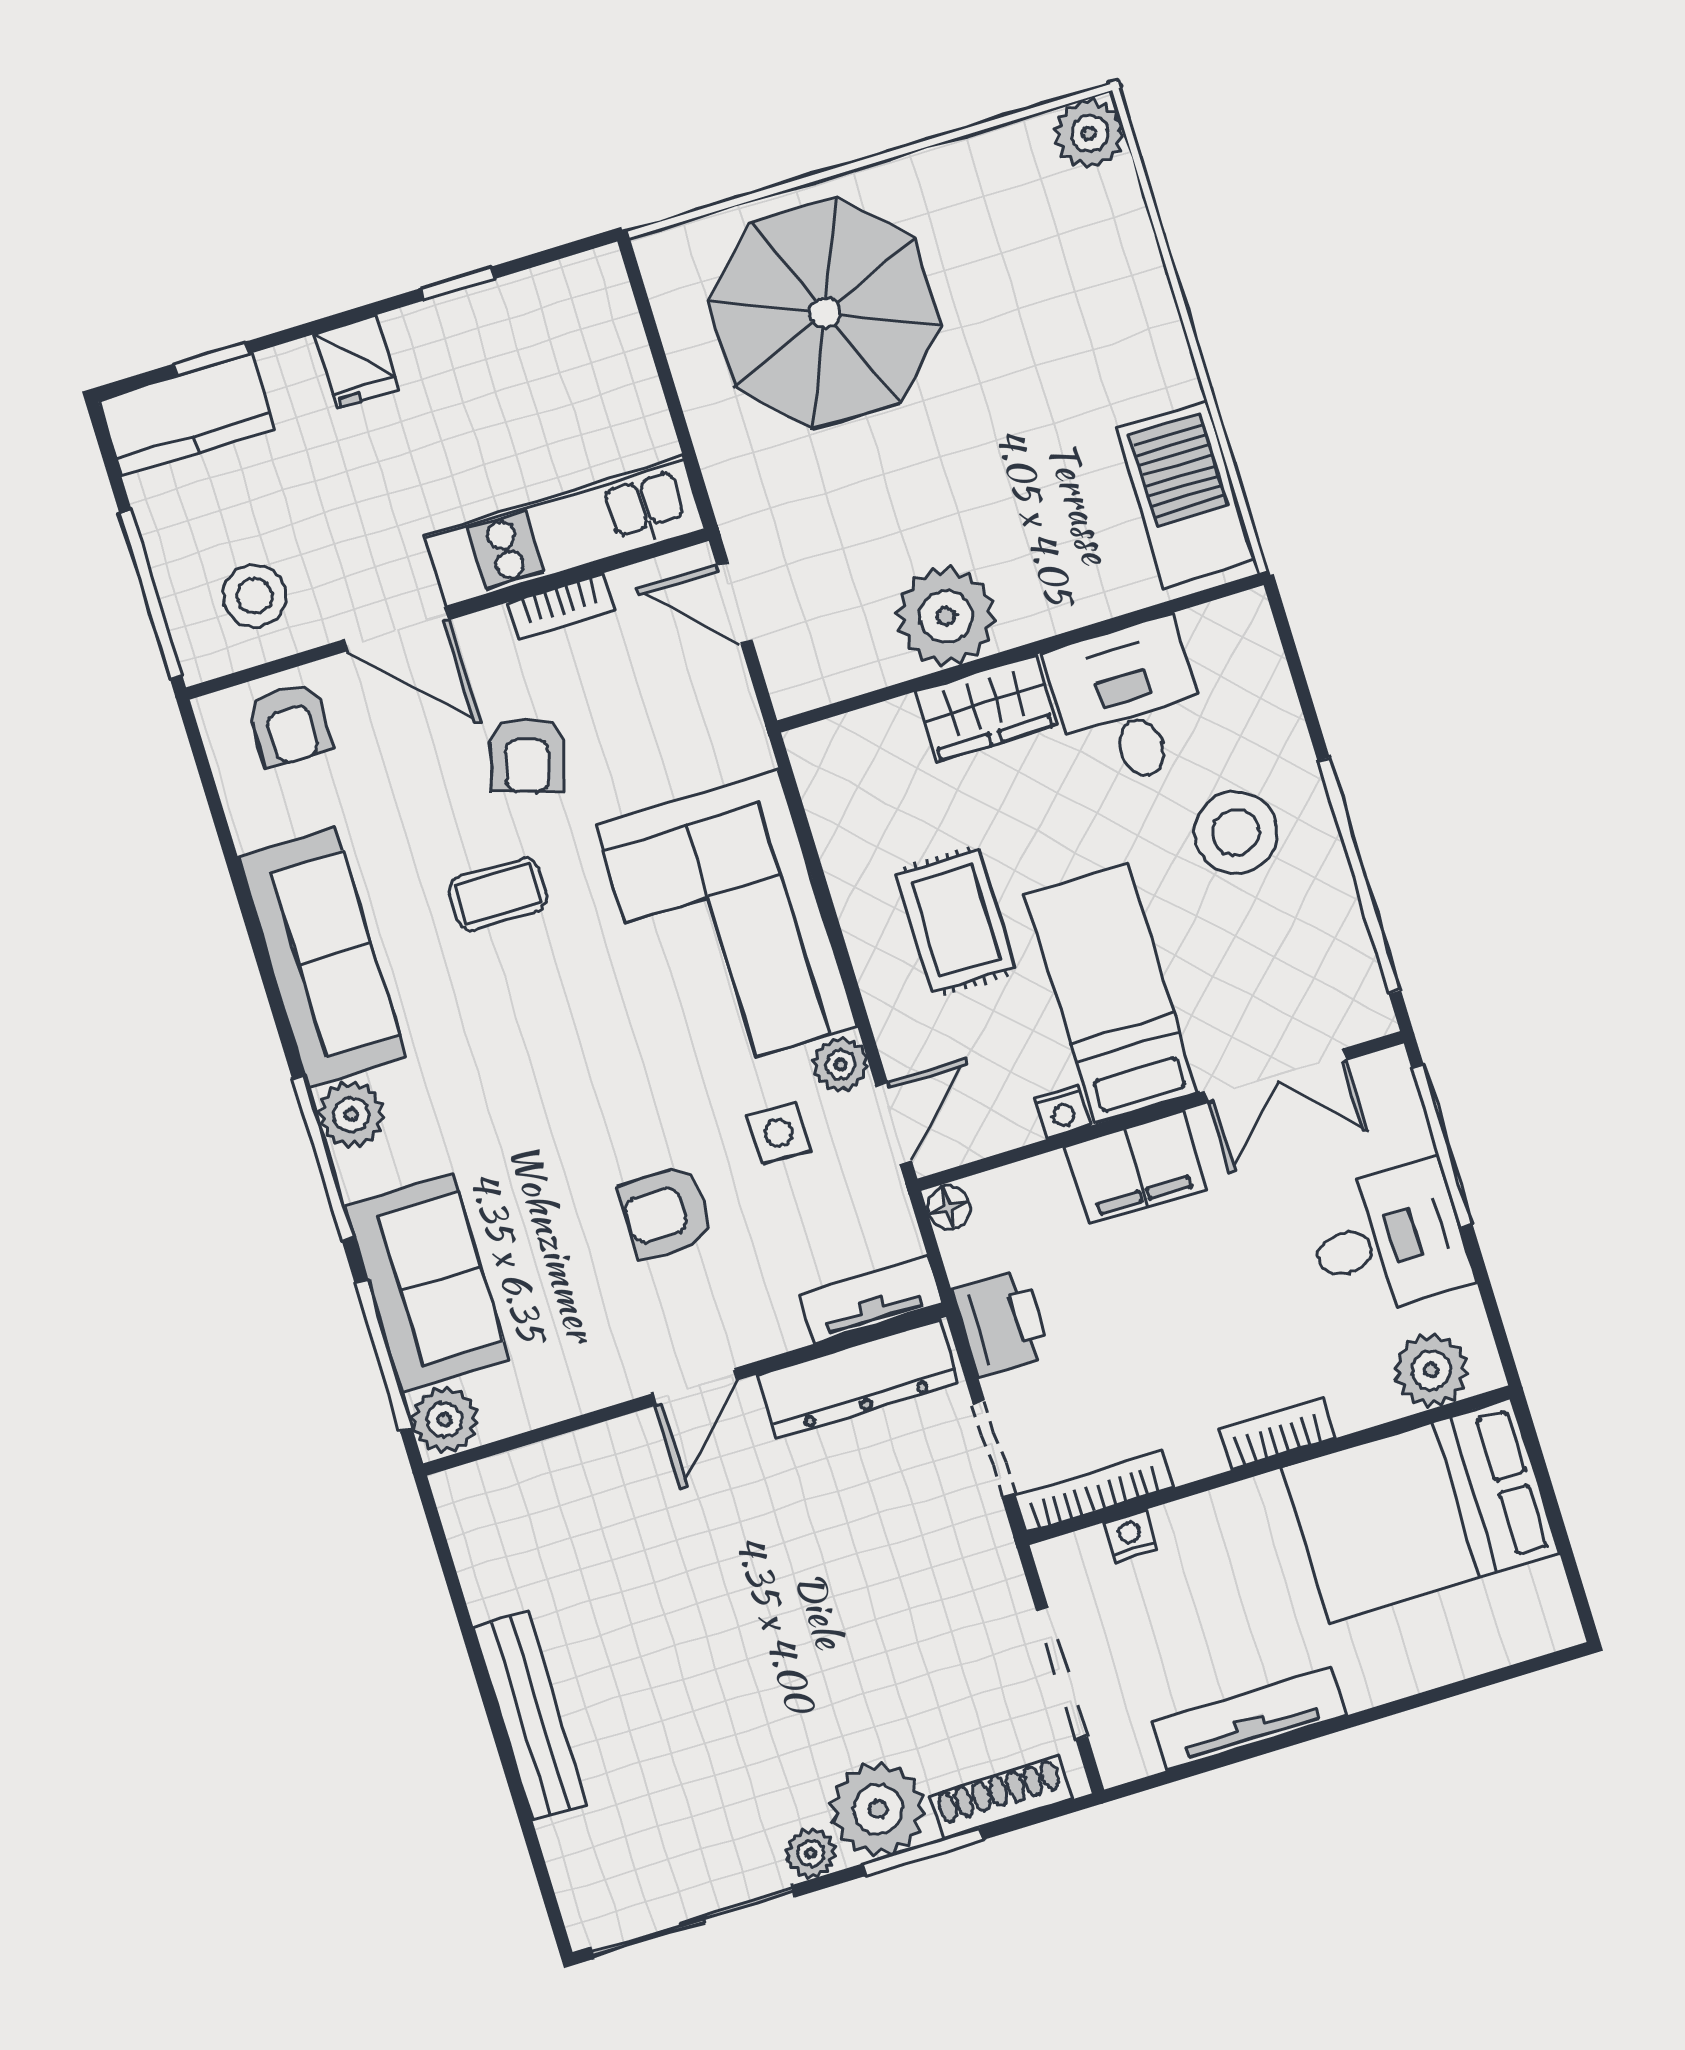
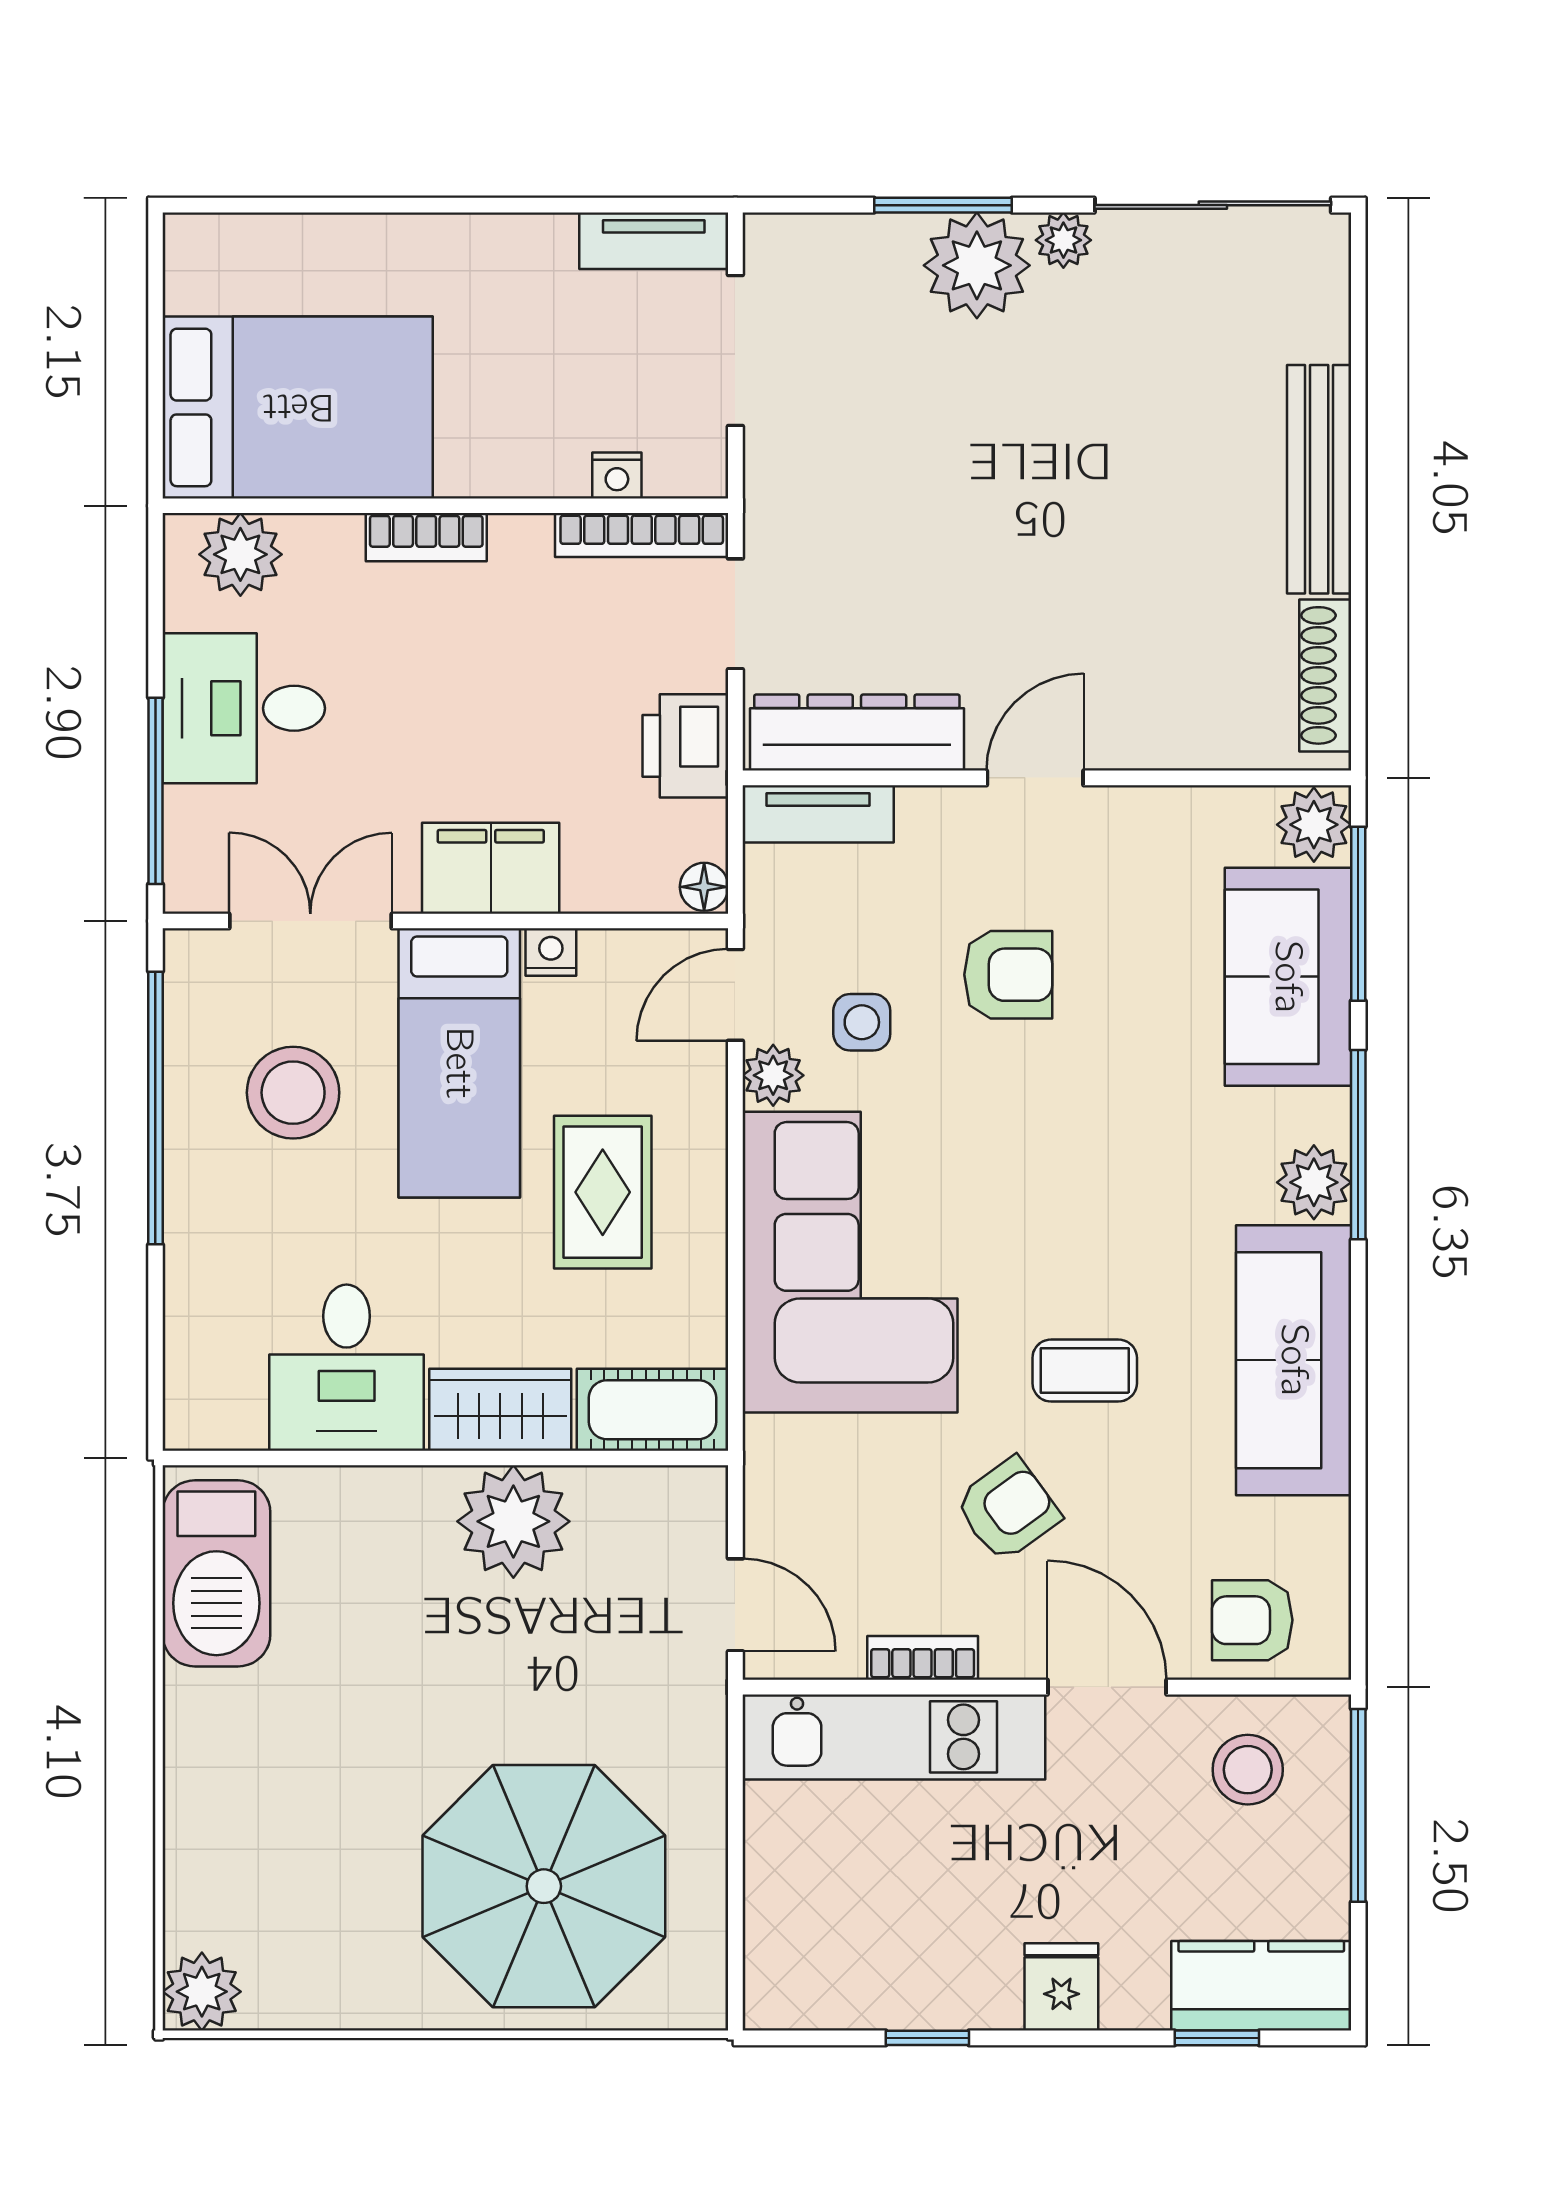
armchair: (290, 725) -> (1252, 1620), turned -90
cot: (856, 748) -> (653, 1410), added
armchair: (527, 755) -> (1008, 1509), turned 38
stool: (1236, 833) -> (293, 1093), moved
tv unit: (1249, 1719) -> (654, 241), moved, width x0.71
shoe rack: (1000, 1797) -> (1325, 675), moved, turned 90

